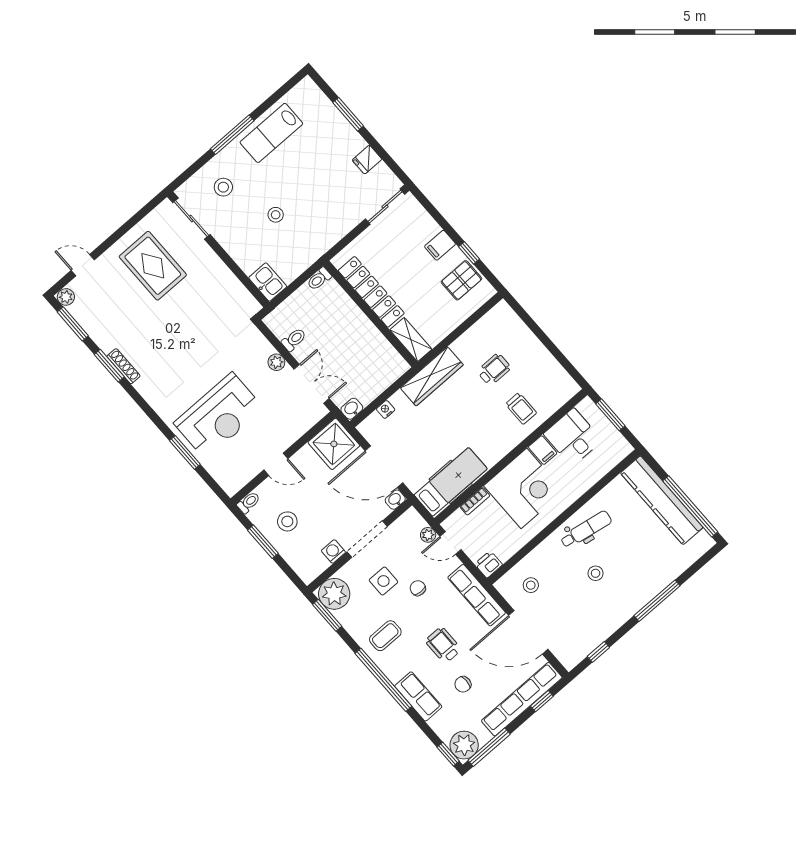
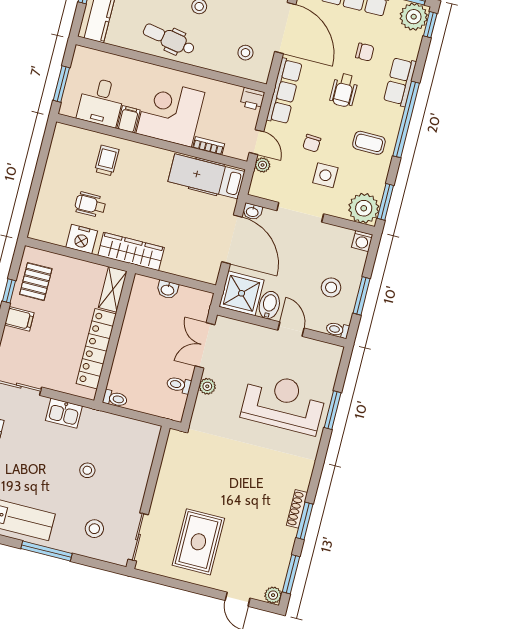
pallet: (461, 280) -> (36, 282), turned 90
kitchen sink: (268, 282) -> (64, 413), moved, turned -90
washbasin: (352, 409) -> (168, 290), moved
nightstand: (386, 409) -> (82, 239), moved, width x1.89, depth x1.79
bidet: (308, 460) -> (269, 305), added
washing machine: (333, 551) -> (362, 241), moved

